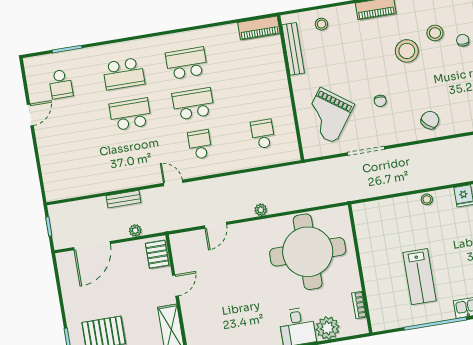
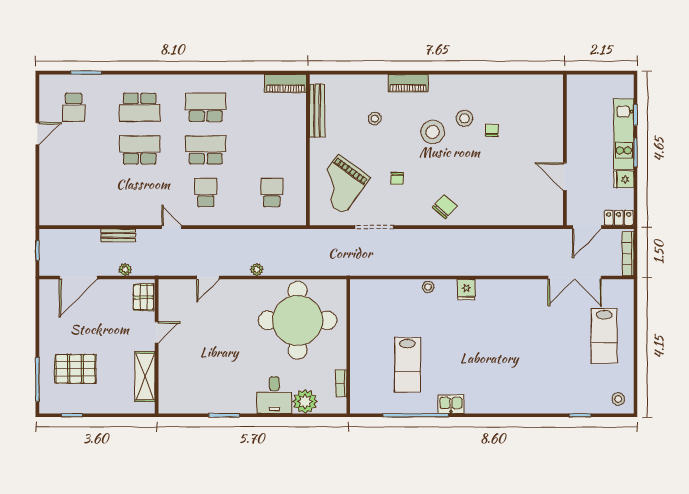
stool: (321, 24) -> (375, 118), moved

